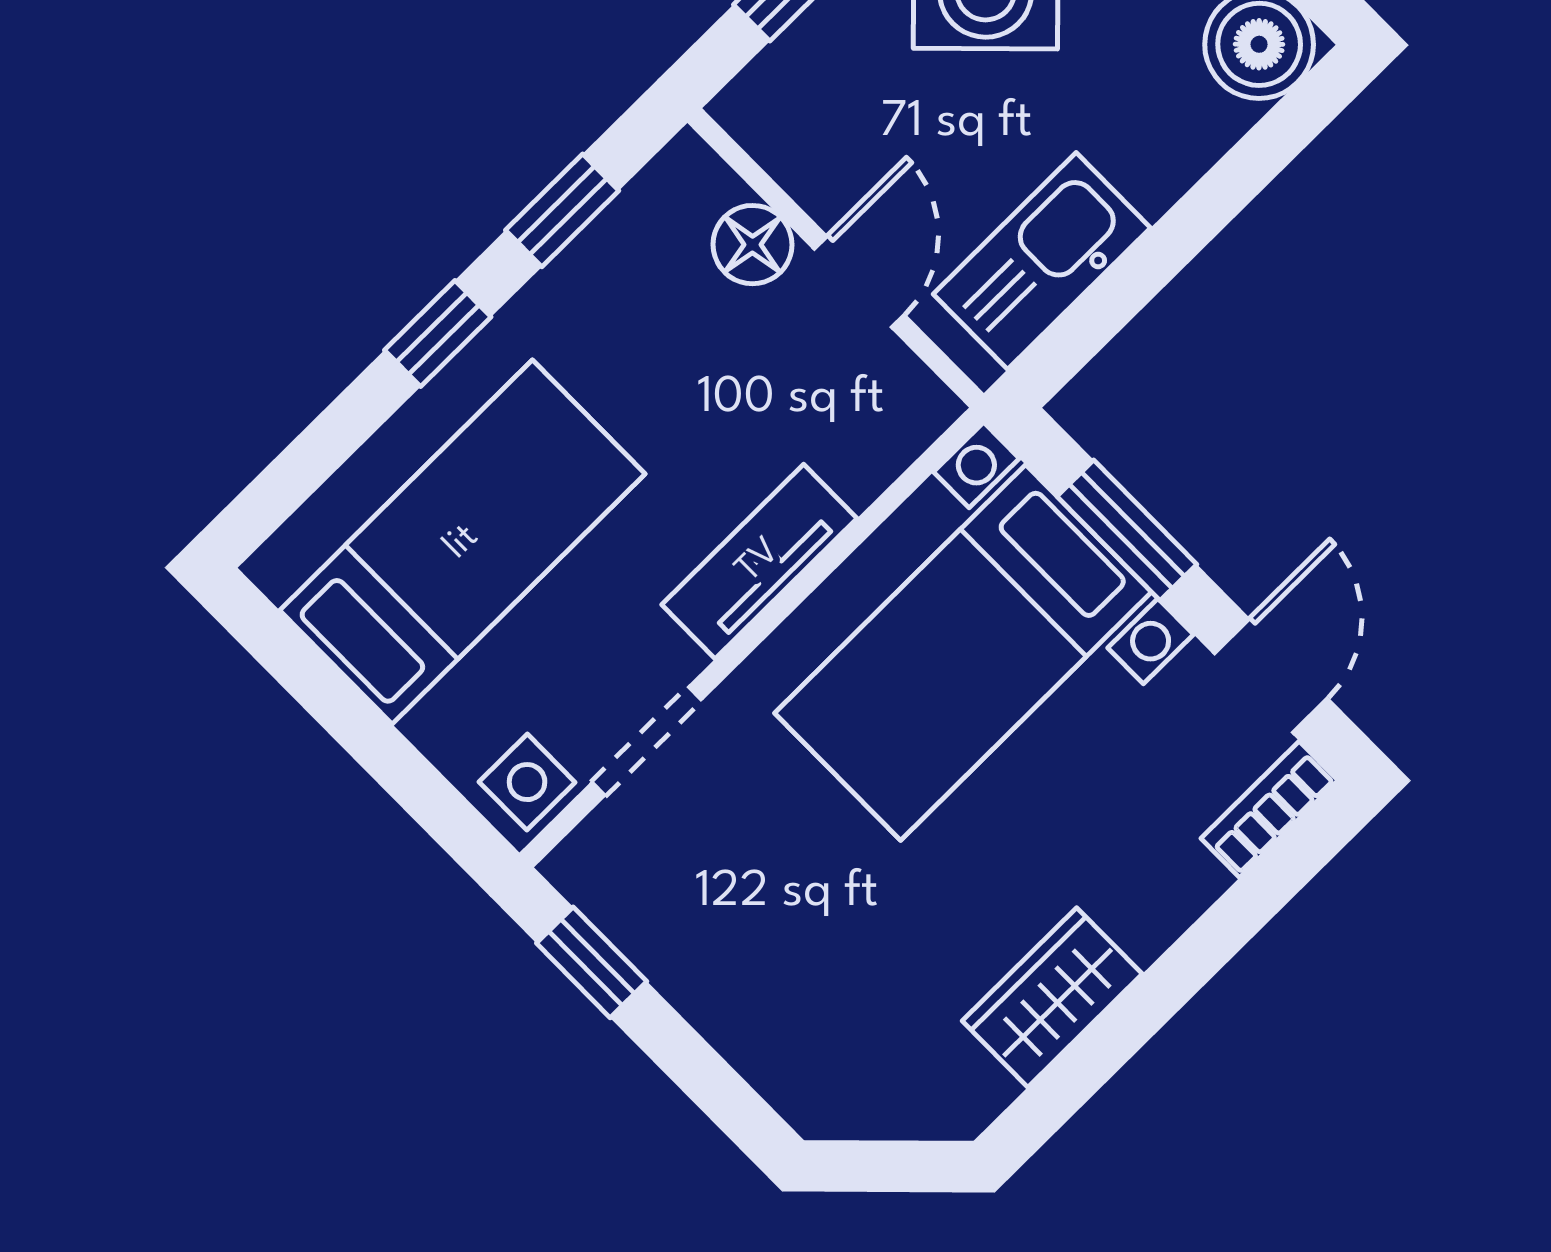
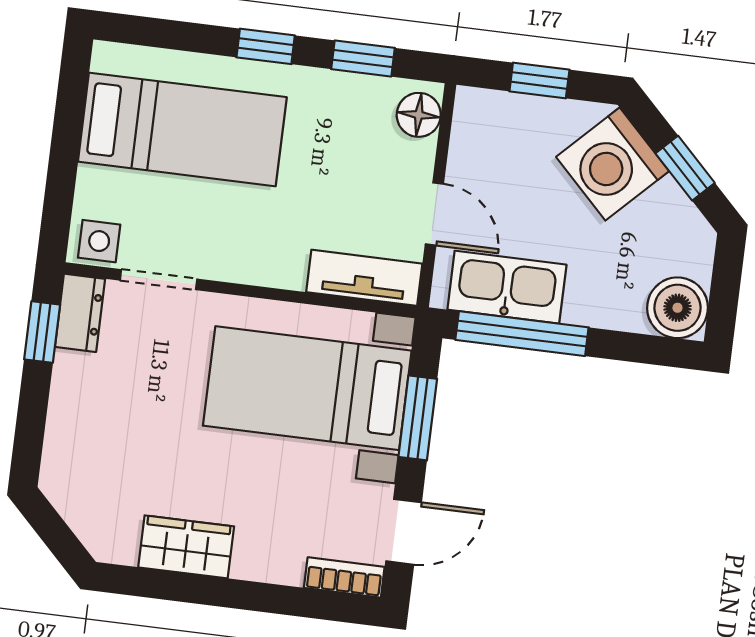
floor lamp: (753, 245) -> (419, 115), moved
door: (859, 282) -> (434, 214), hinge flipped
window: (1124, 291) -> (522, 334), added
tv unit: (759, 561) -> (364, 278), moved
dresser: (607, 888) -> (80, 313), added

